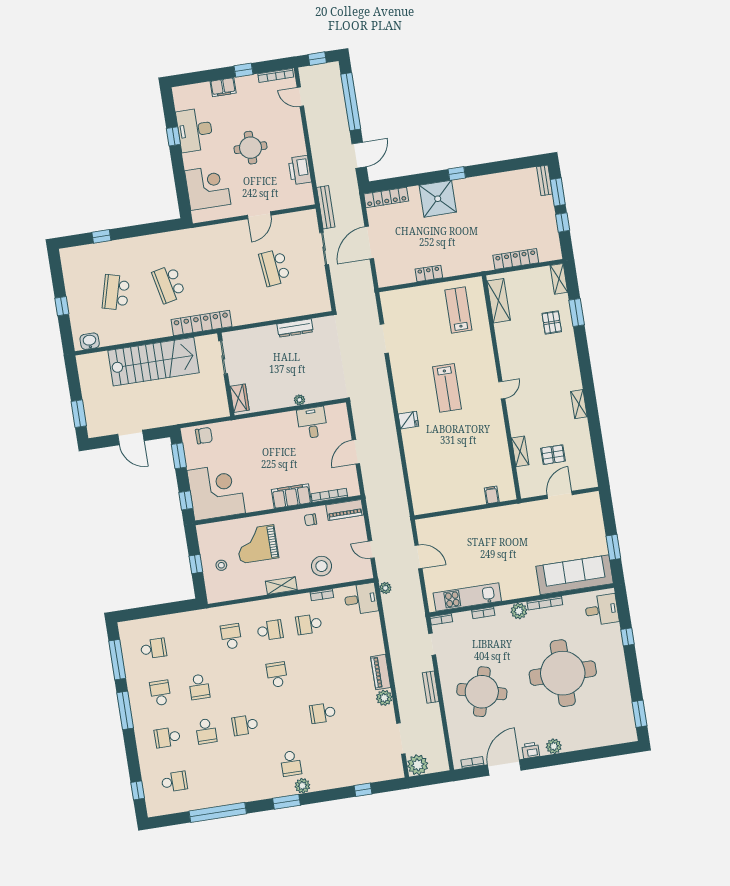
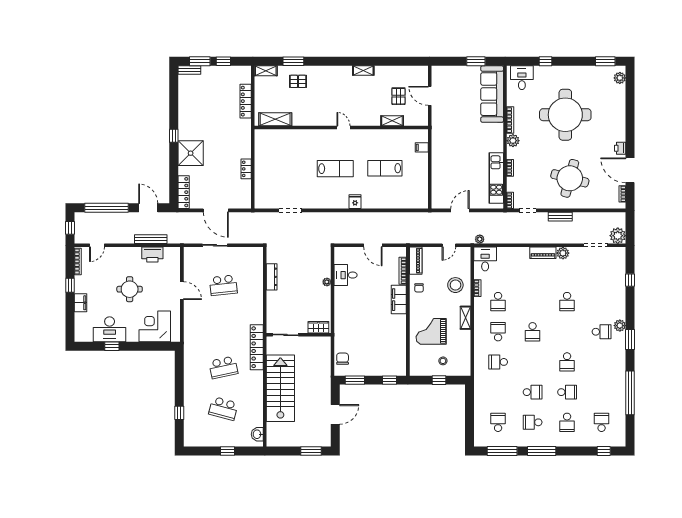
bench: (326, 207) -> (151, 239), moved
lab bench: (458, 310) -> (385, 168), moved
corner desk: (216, 492) -> (387, 356), removed
grand piano: (257, 544) -> (431, 331), turned 90
school desk: (277, 675) -> (533, 332), turned -90
plant: (554, 746) -> (620, 78), moved

